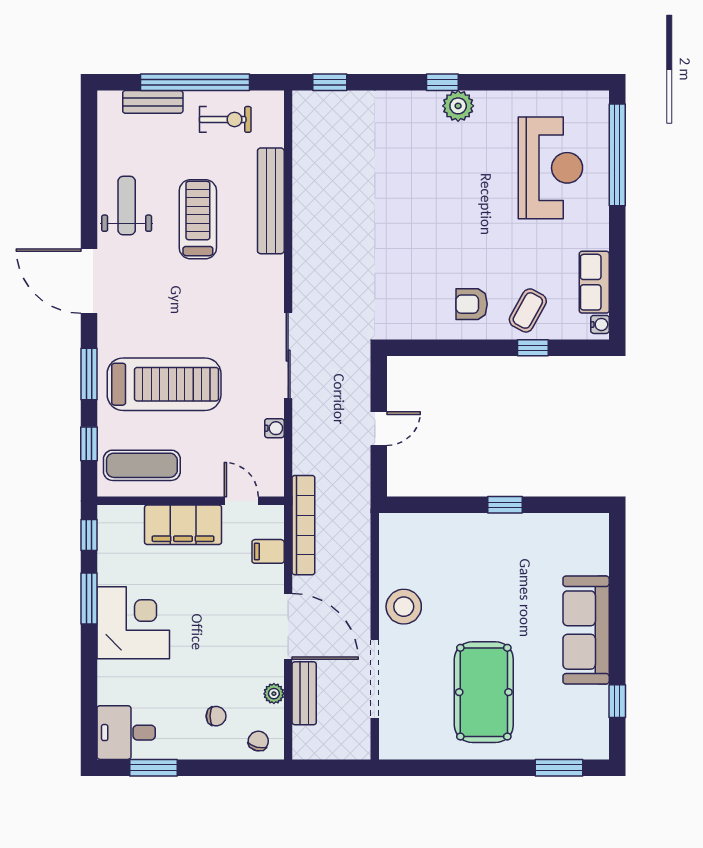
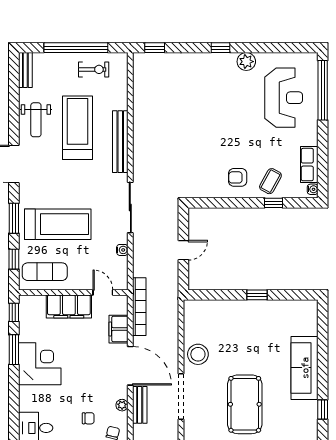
bench: (153, 102) -> (25, 70), moved, turned 90
plant: (458, 106) -> (246, 62), moved
bench: (271, 201) -> (120, 142), moved
weight bench: (127, 206) -> (36, 120), turned 180
treadmill: (198, 219) -> (78, 128), width x1.37, depth x1.38
filing cabinet: (268, 551) -> (119, 329), width x2.00

